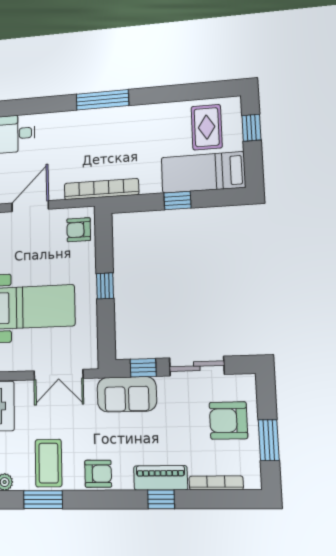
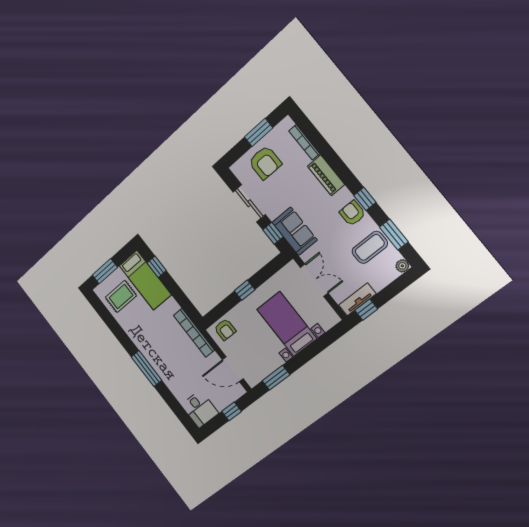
window: (251, 128) -> (105, 271), width x1.50
window: (177, 200) -> (157, 267), moved
window: (161, 499) -> (365, 199), moved

